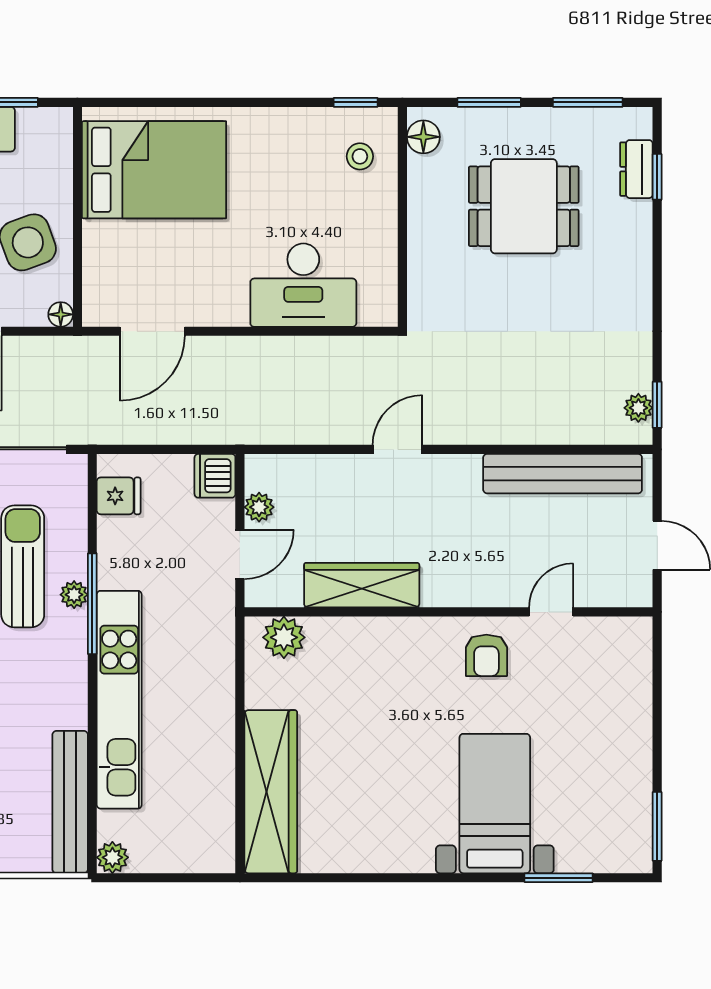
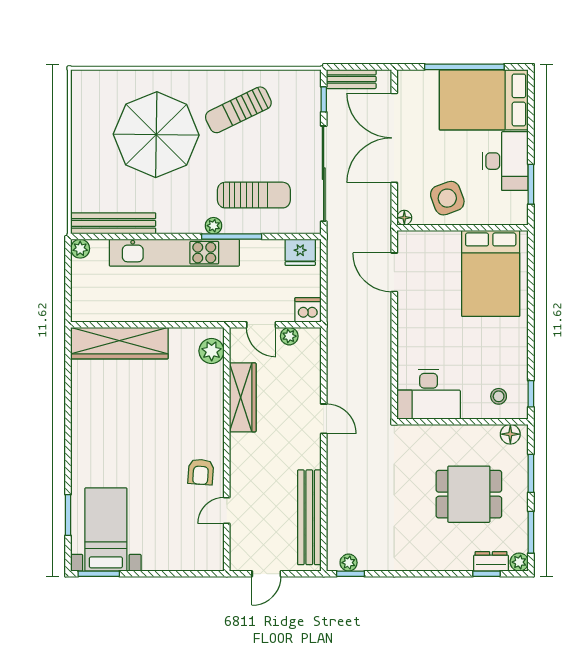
plant: (638, 122) -> (519, 562), added
dining table: (524, 206) -> (469, 494), turned 90
desk: (303, 285) -> (429, 394), moved, turned -90
fridge: (119, 496) -> (300, 252), width x1.38
plant: (74, 595) -> (213, 226), moved
door: (551, 612) -> (227, 510), swing flipped
armchair: (486, 655) -> (201, 472), turned -86
bed with nightstands: (495, 804) -> (106, 529), moved, turned -90

